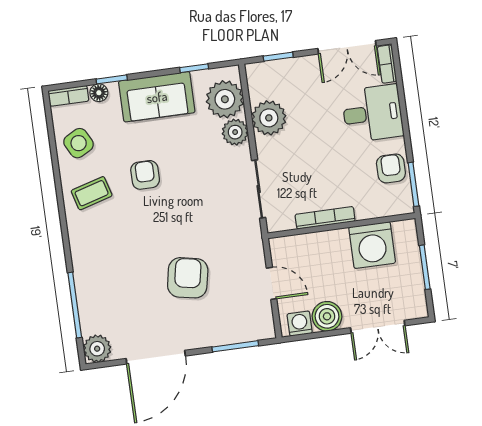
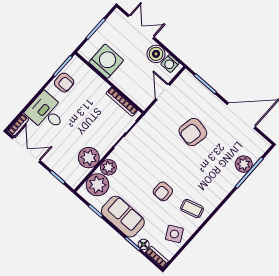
armchair: (391, 168) -> (64, 83), turned -90
bookcase: (325, 218) -> (122, 102), moved
plant: (97, 349) -> (244, 164), moved

